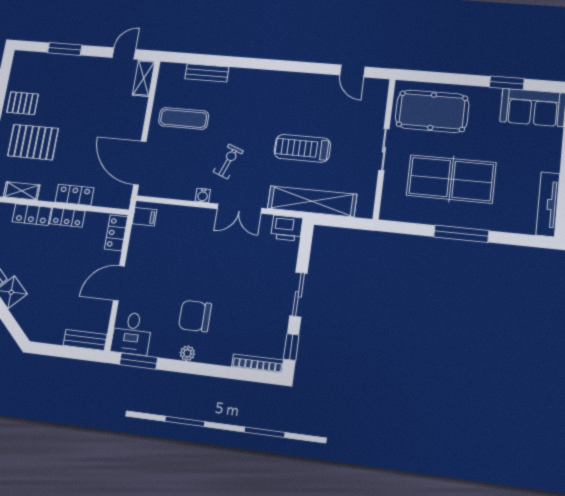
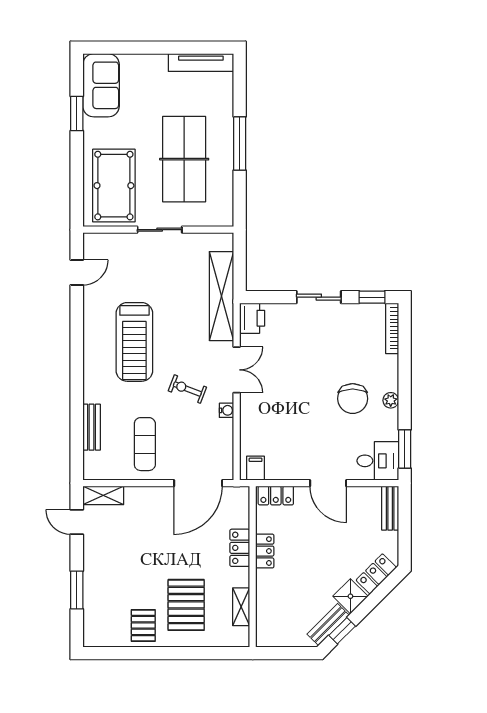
treadmill: (302, 148) -> (134, 342), moved, width x1.37, depth x1.38
locker: (32, 215) -> (376, 574), moved, turned -135

